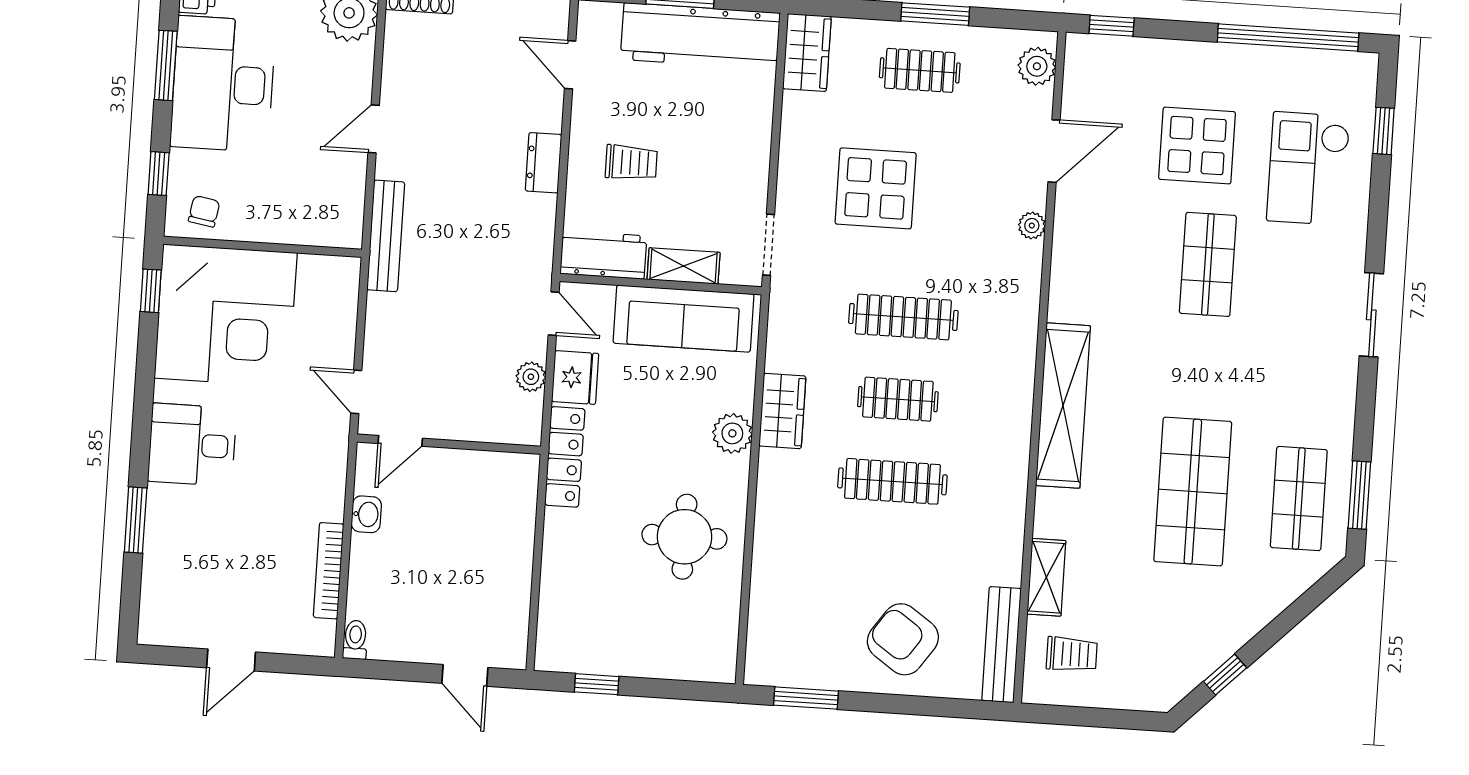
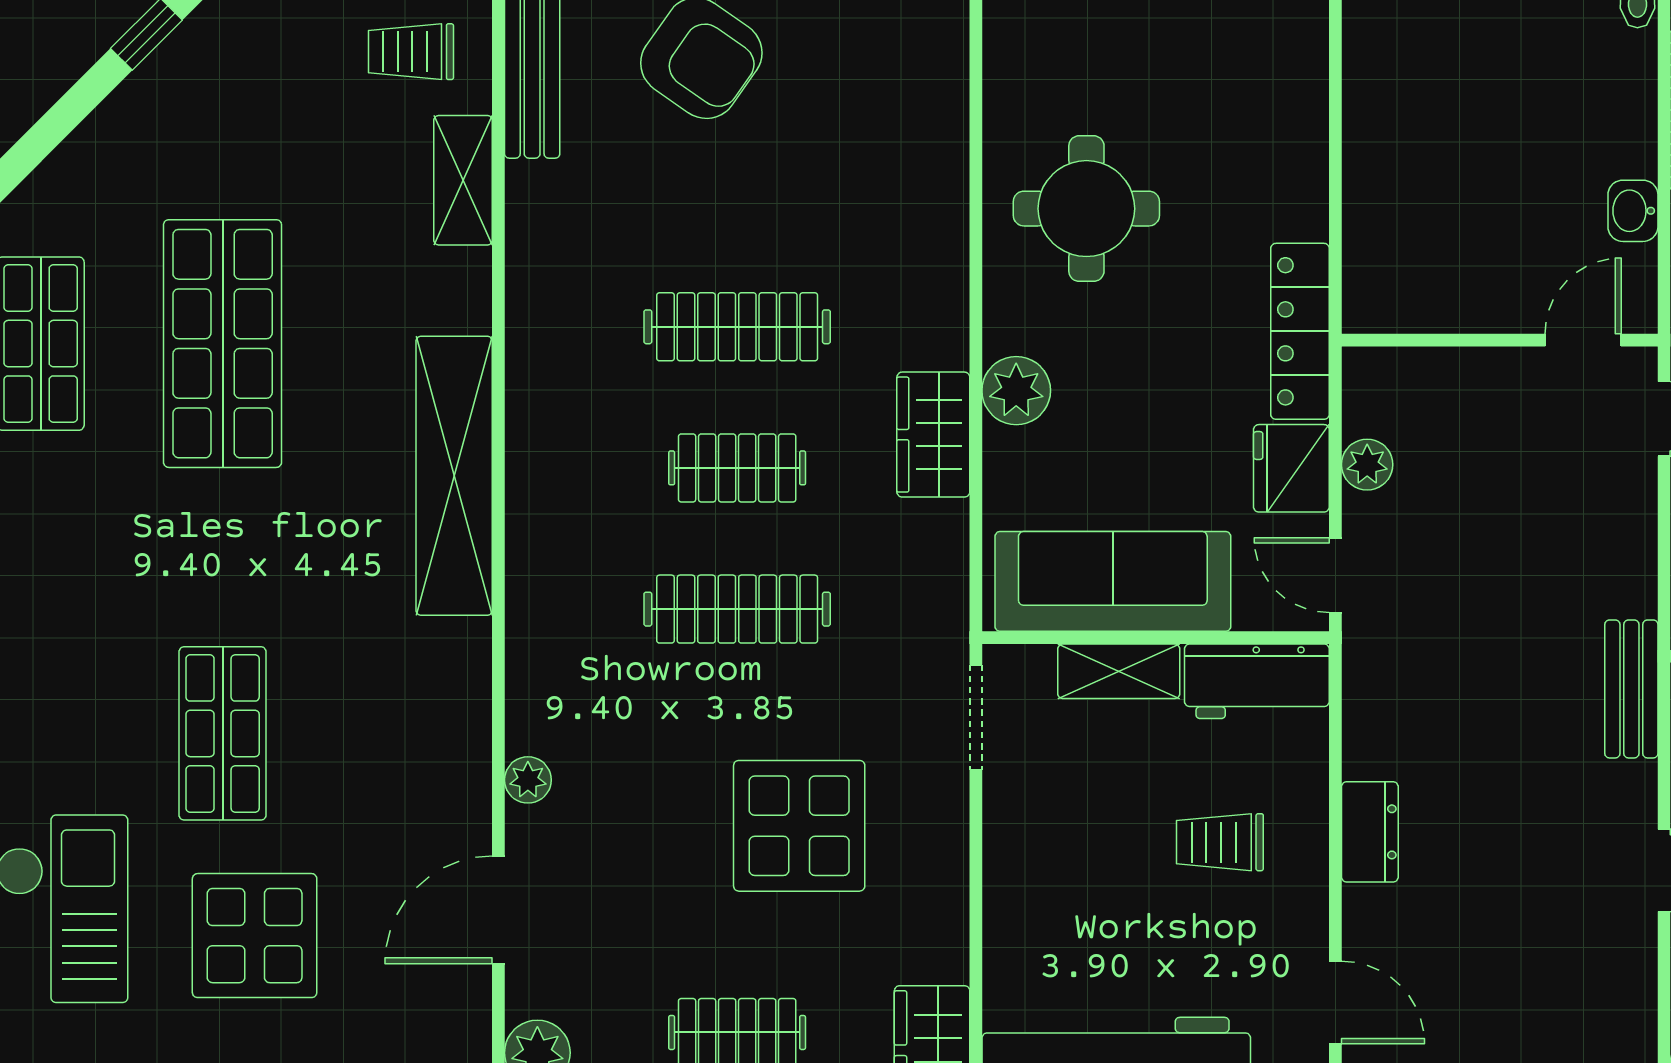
bench: (386, 236) -> (1631, 689), width x0.73

